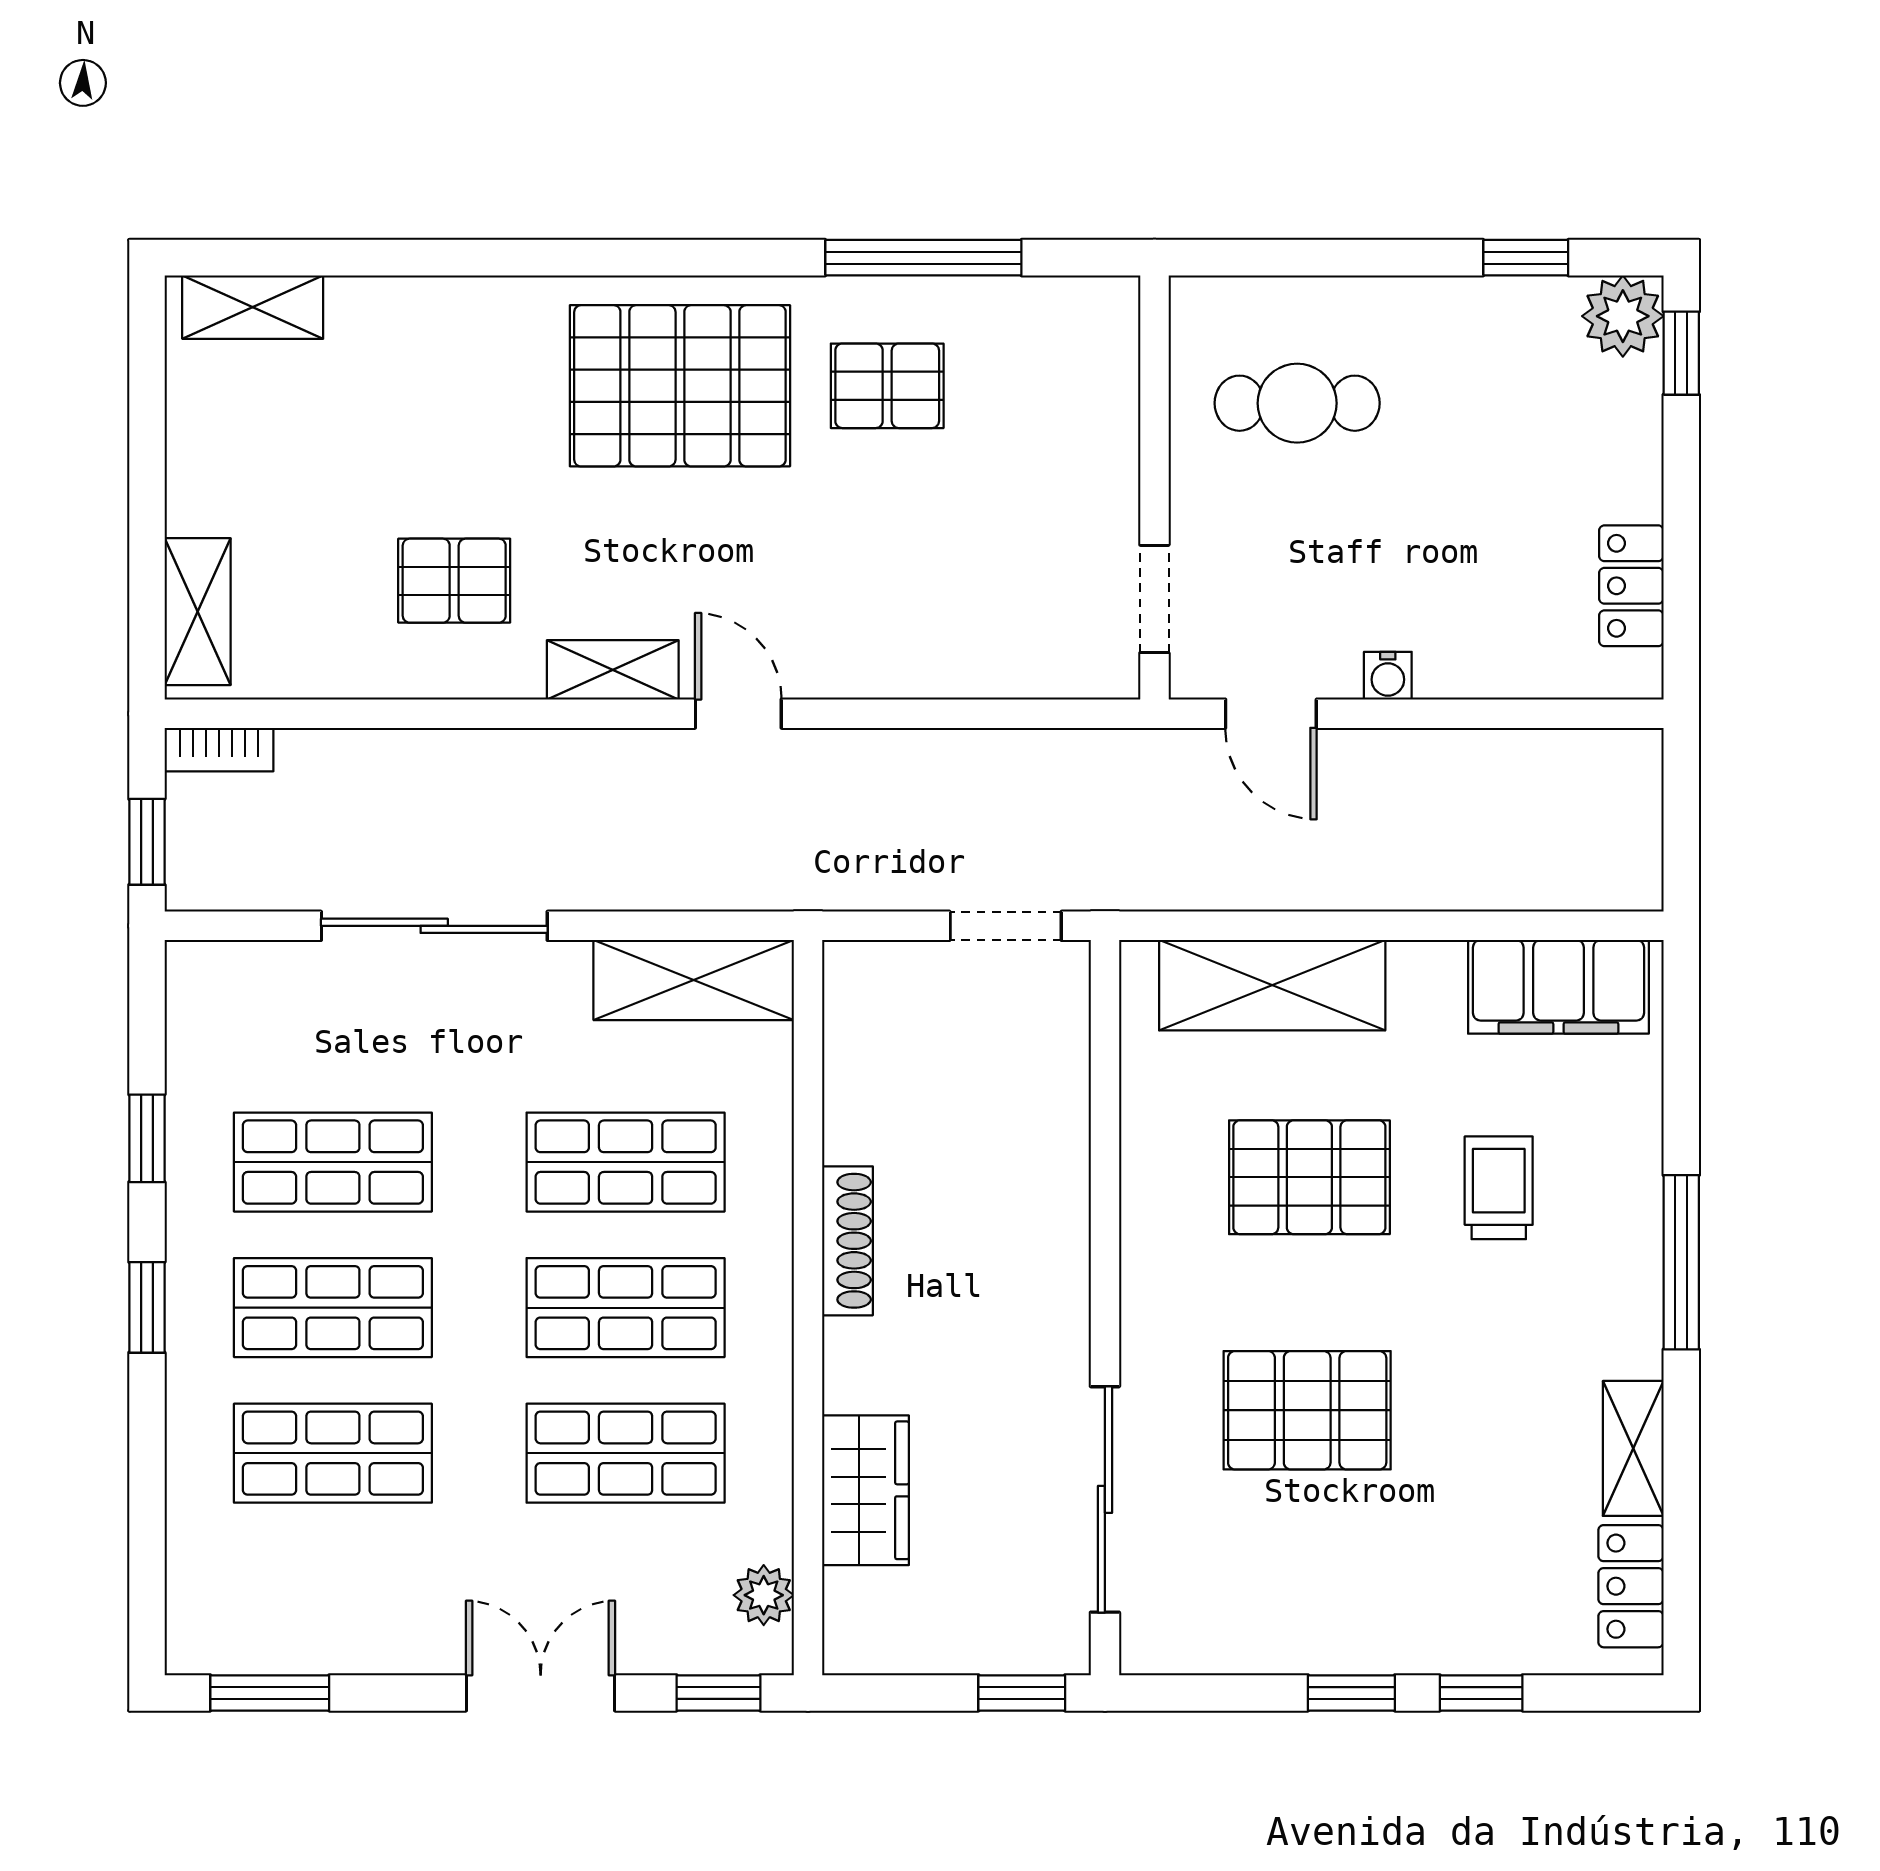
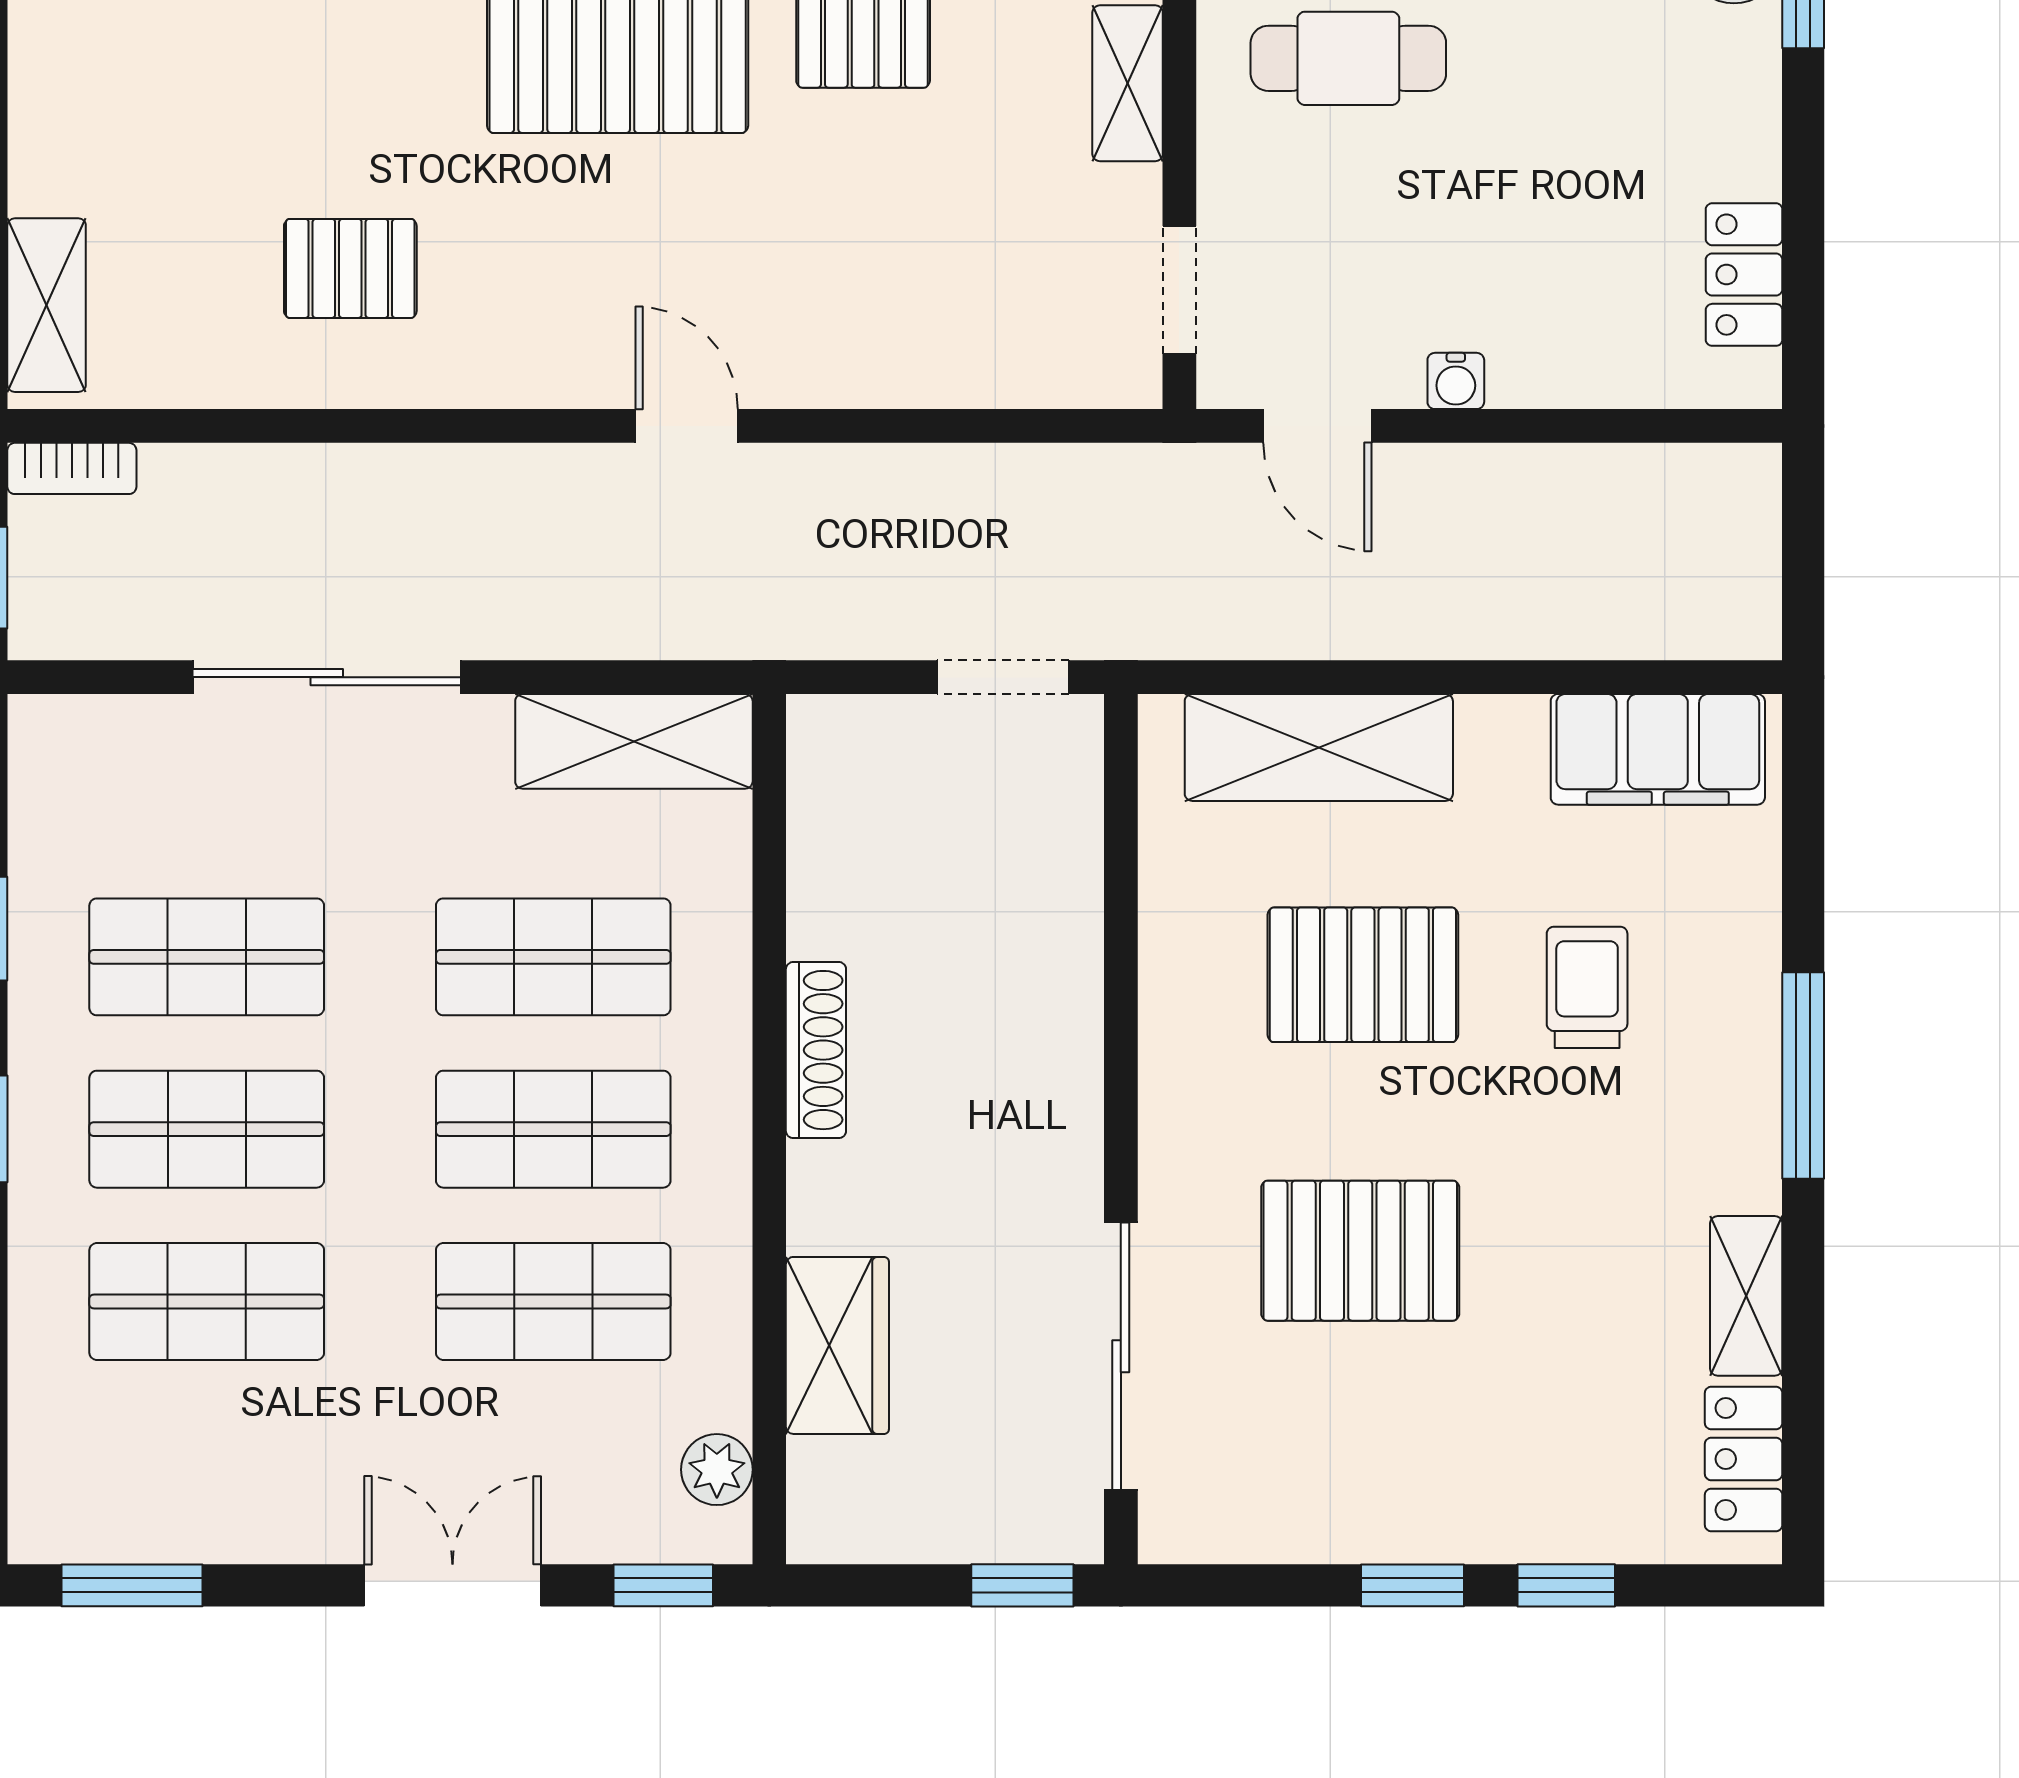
shelving: (613, 670) -> (1128, 83), moved, turned 90

